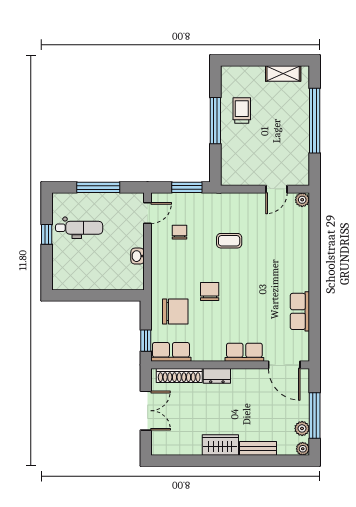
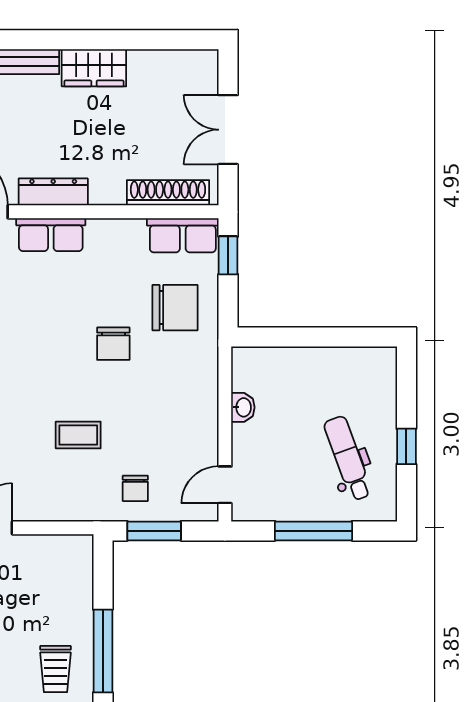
dental chair: (79, 228) -> (348, 458), turned 70
chair: (180, 232) -> (135, 488), moved
chair: (175, 312) -> (175, 308), turned 180
dresser: (217, 376) -> (53, 192), moved, width x1.44

